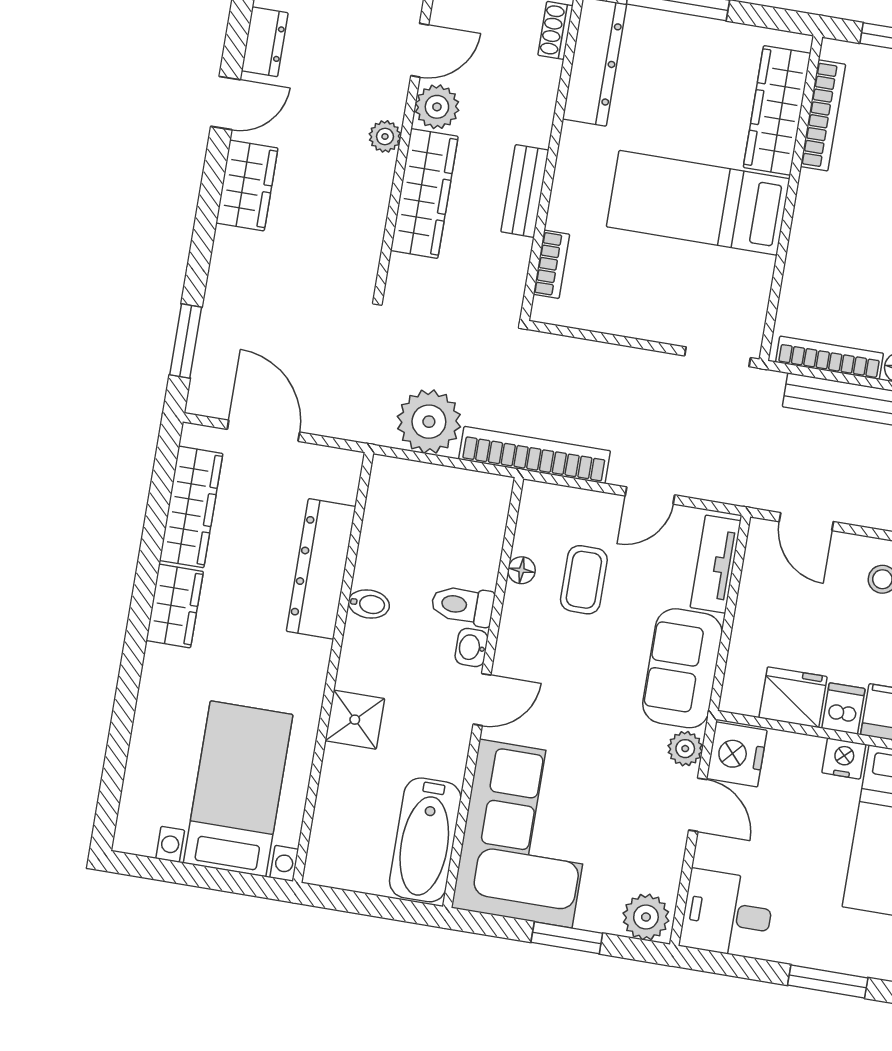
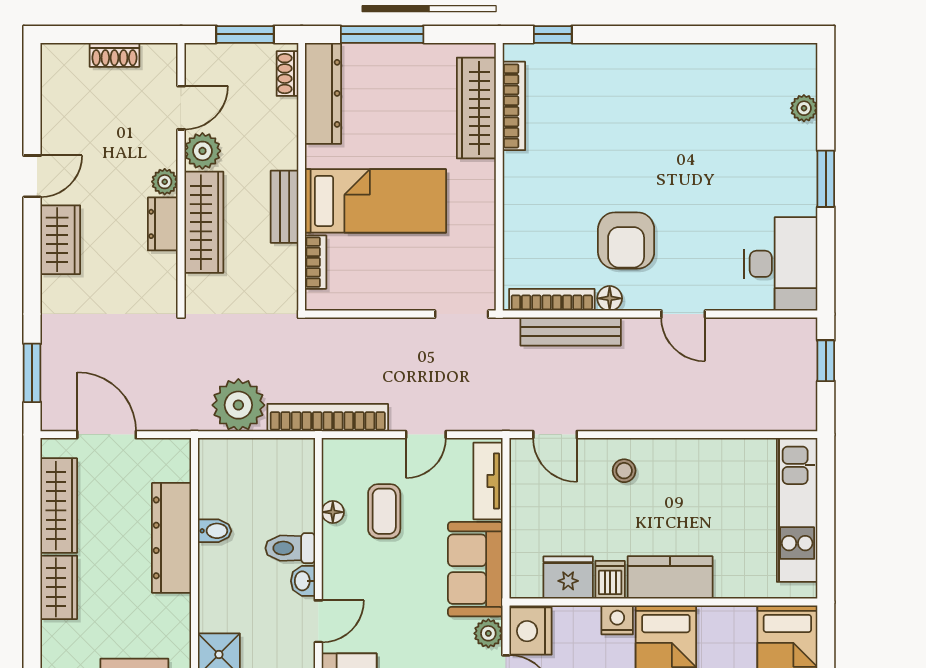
dresser: (265, 42) -> (163, 224), moved, turned 180
bed: (698, 203) -> (376, 201), moved, turned 180
bidet: (369, 604) -> (215, 531), moved

